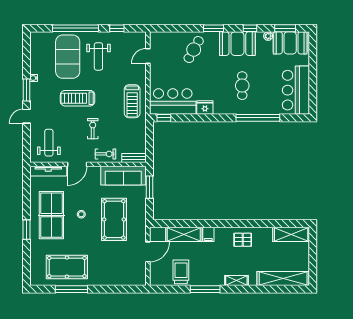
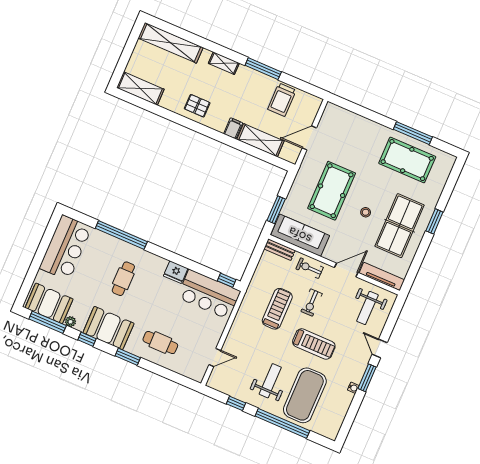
window: (285, 28) -> (48, 322), width x1.44
cafe table: (194, 50) -> (160, 343), turned 61
treadmill: (132, 101) -> (277, 309), moved
door: (27, 116) -> (380, 349), swing flipped

